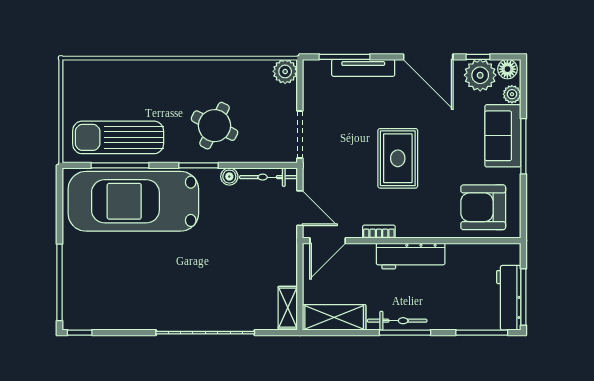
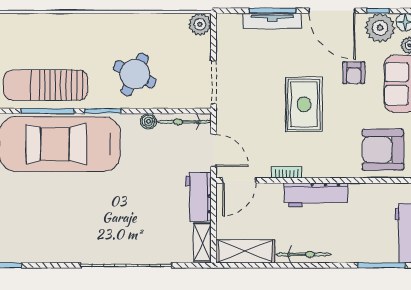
window: (344, 57) -> (273, 11), moved
armchair: (452, 124) -> (354, 73), added
window: (199, 165) -> (103, 111), moved
workbench: (284, 258) -> (199, 197), added
window: (405, 333) -> (311, 265), removed

